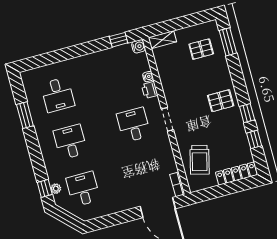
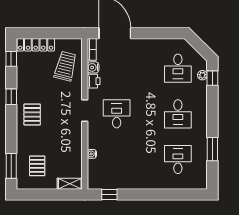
water cooler: (138, 46) -> (93, 67), moved
pallet: (201, 49) -> (37, 166), turned 90
printer: (150, 90) -> (94, 81), moved
pallet: (221, 101) -> (32, 114), turned 90
desk: (134, 125) -> (117, 114), turned 180
window: (254, 139) -> (11, 59), moved

